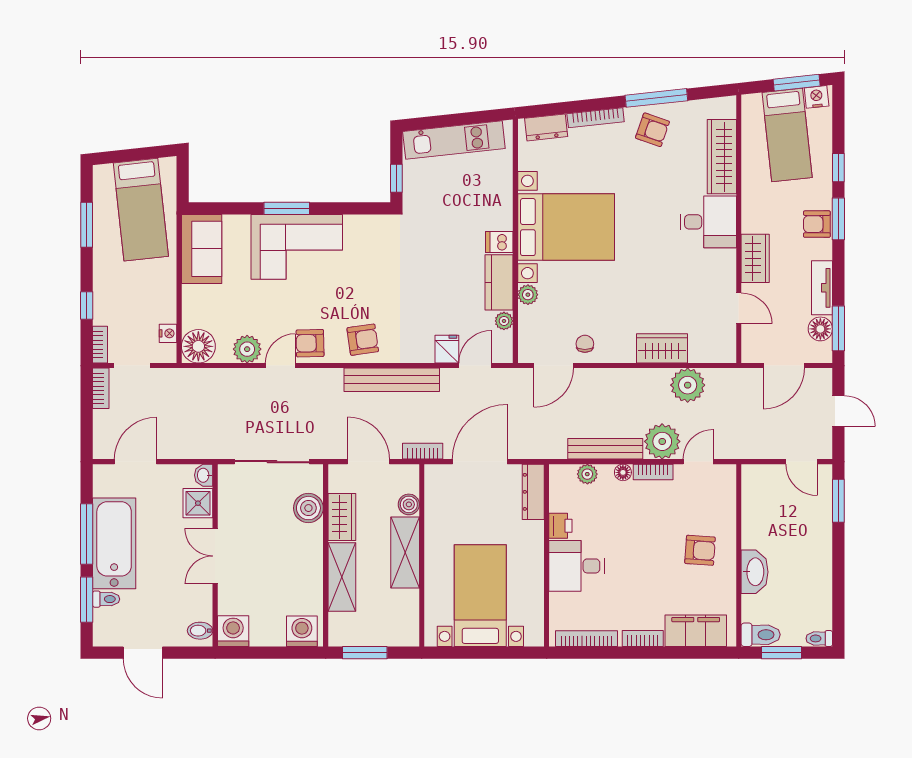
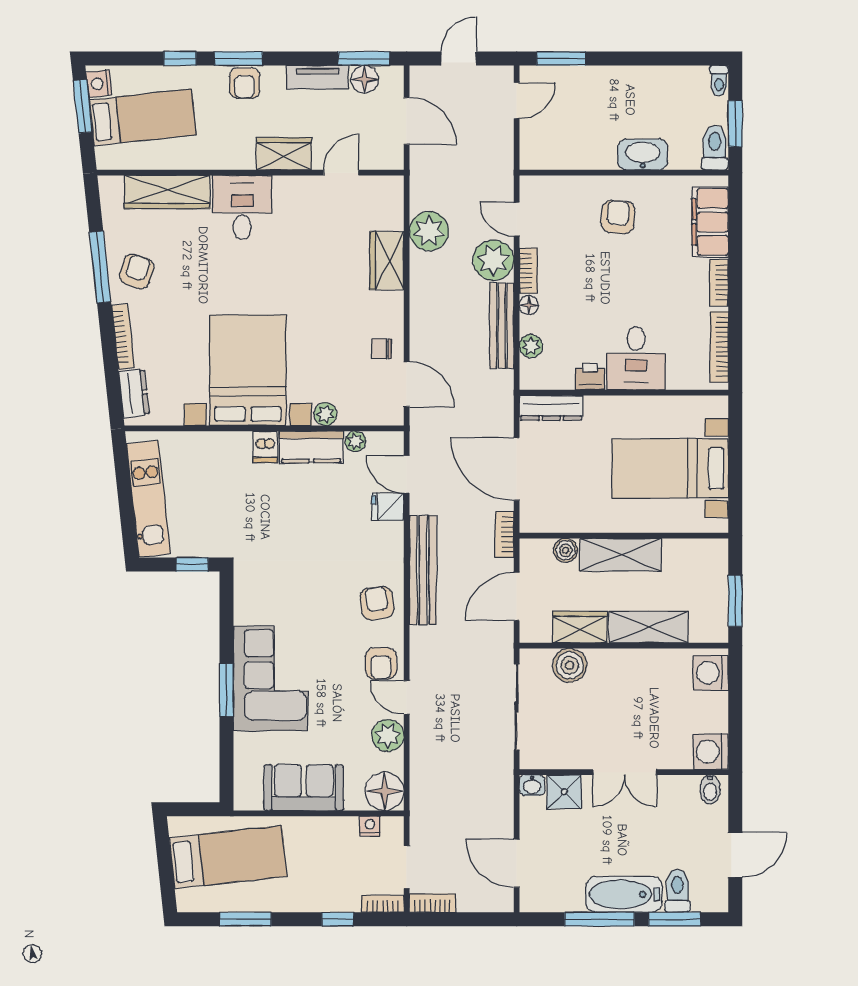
sofa: (202, 249) -> (304, 788), moved
bathtub: (114, 543) -> (624, 894), width x0.73, depth x0.73
toilet: (106, 599) -> (677, 891), width x1.37, depth x1.39

